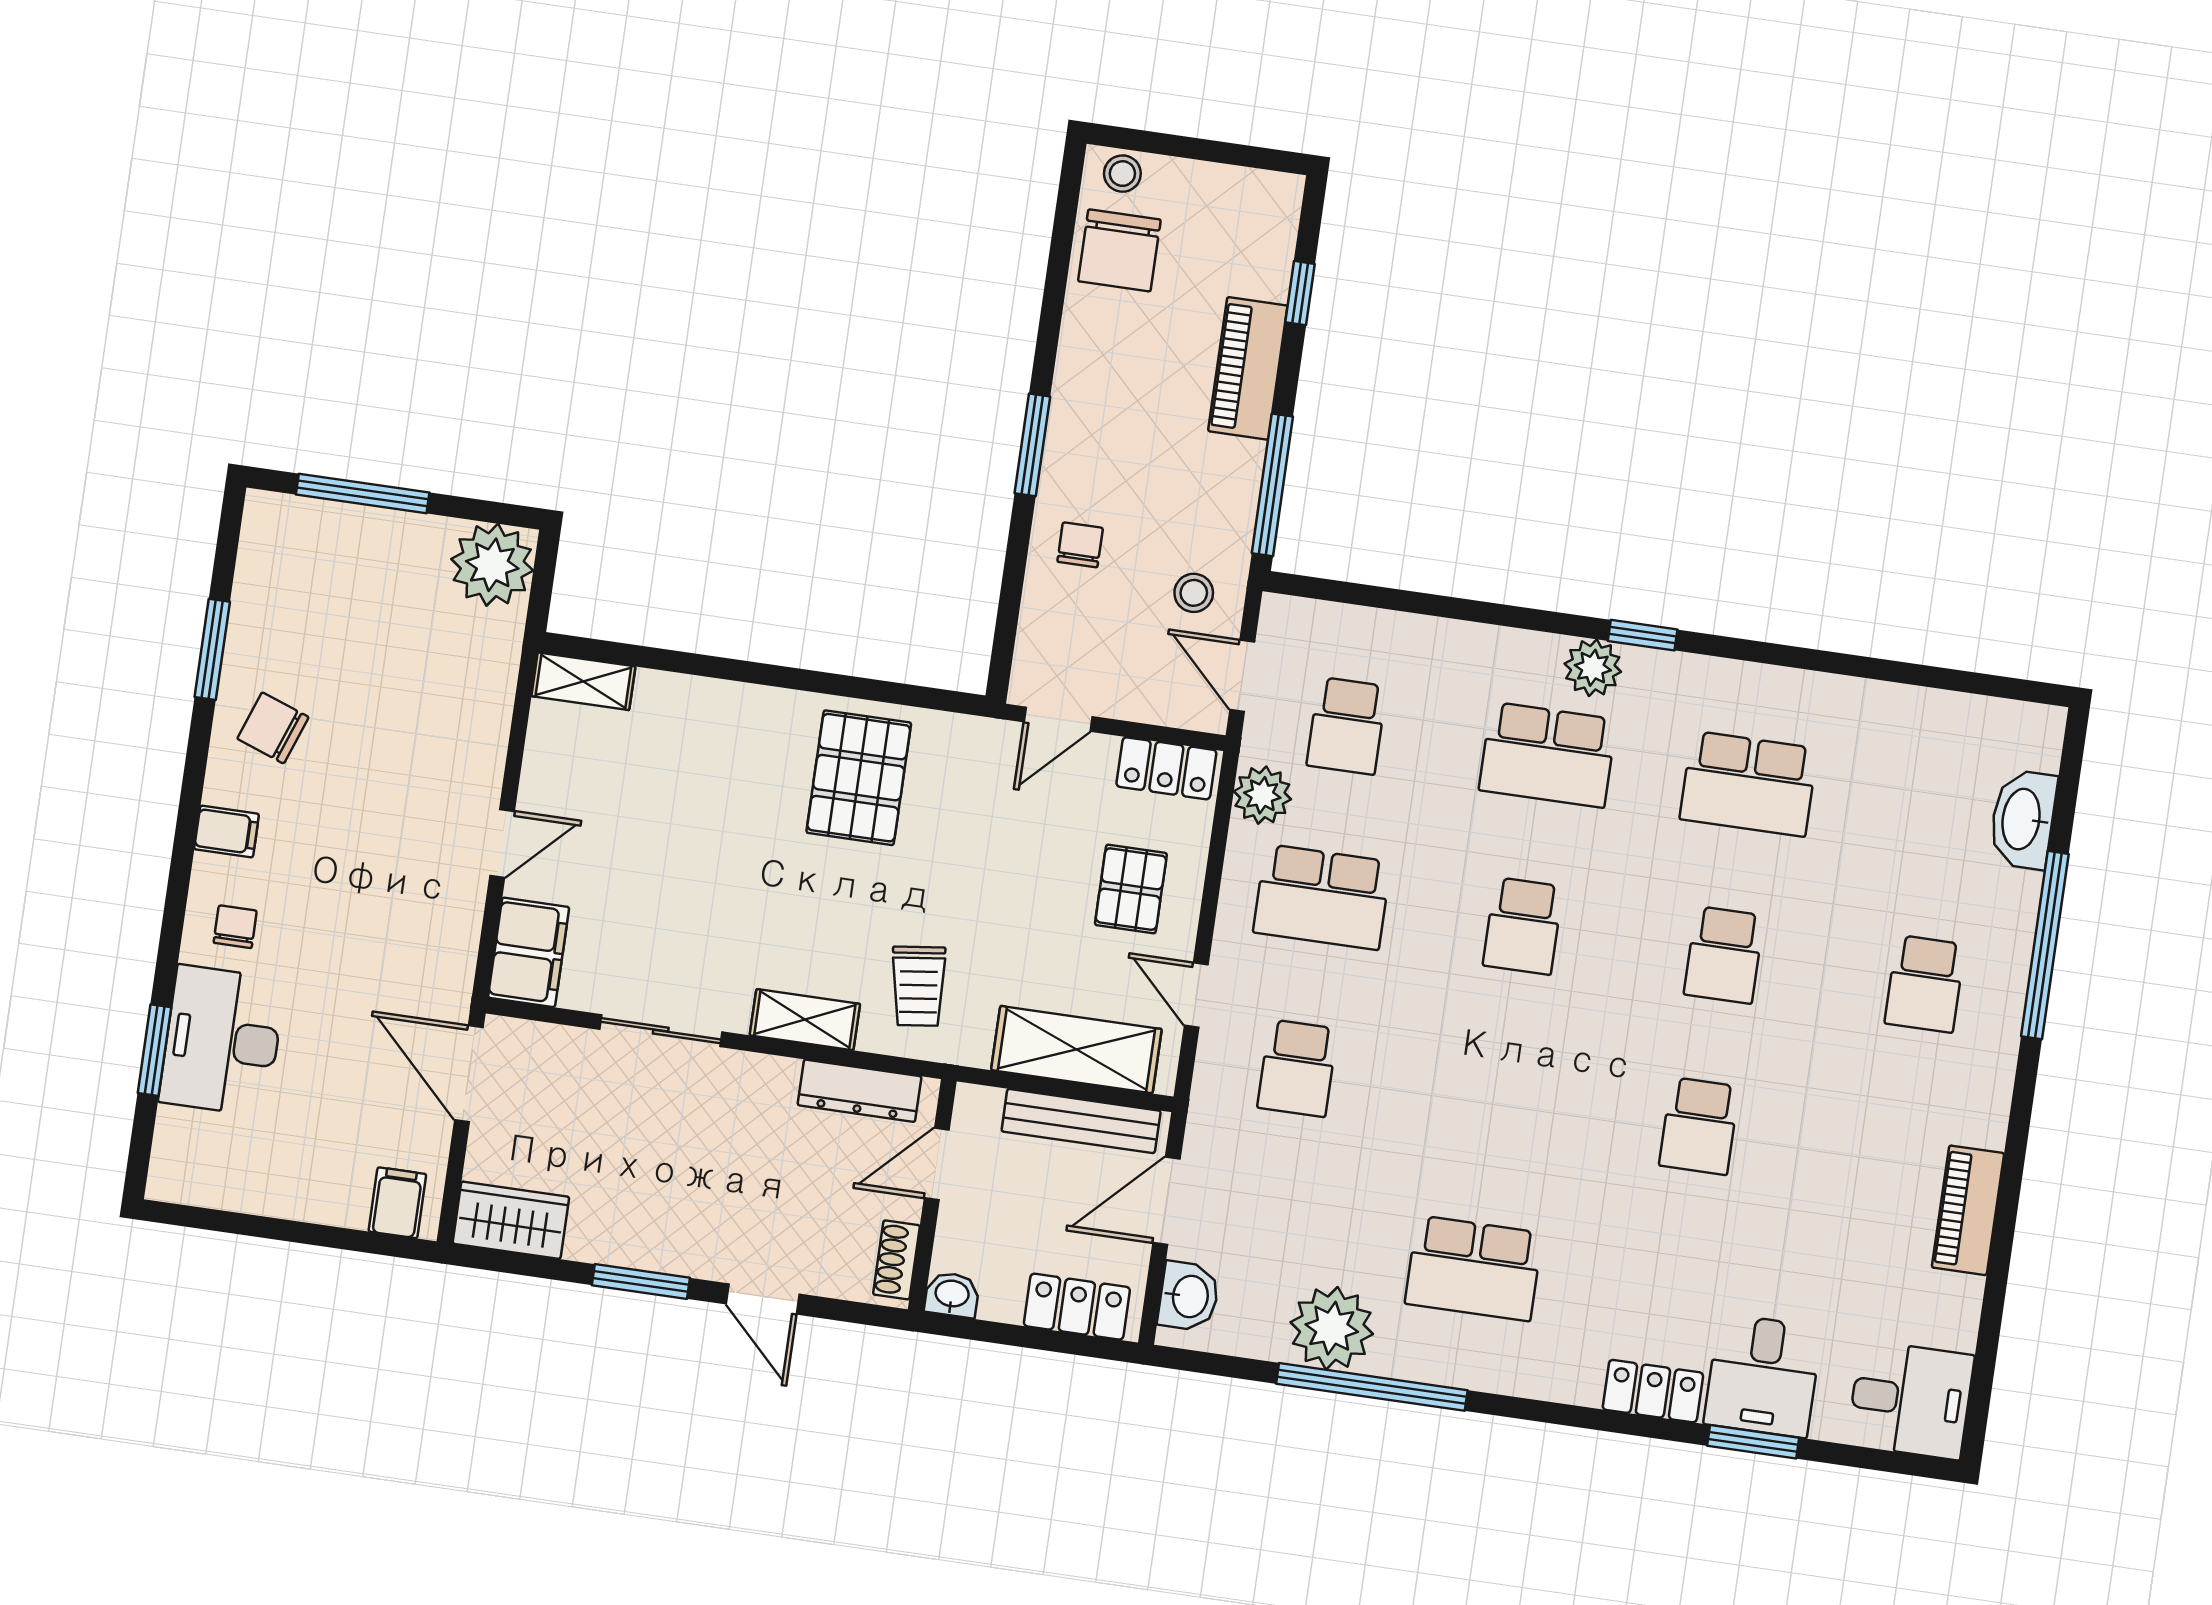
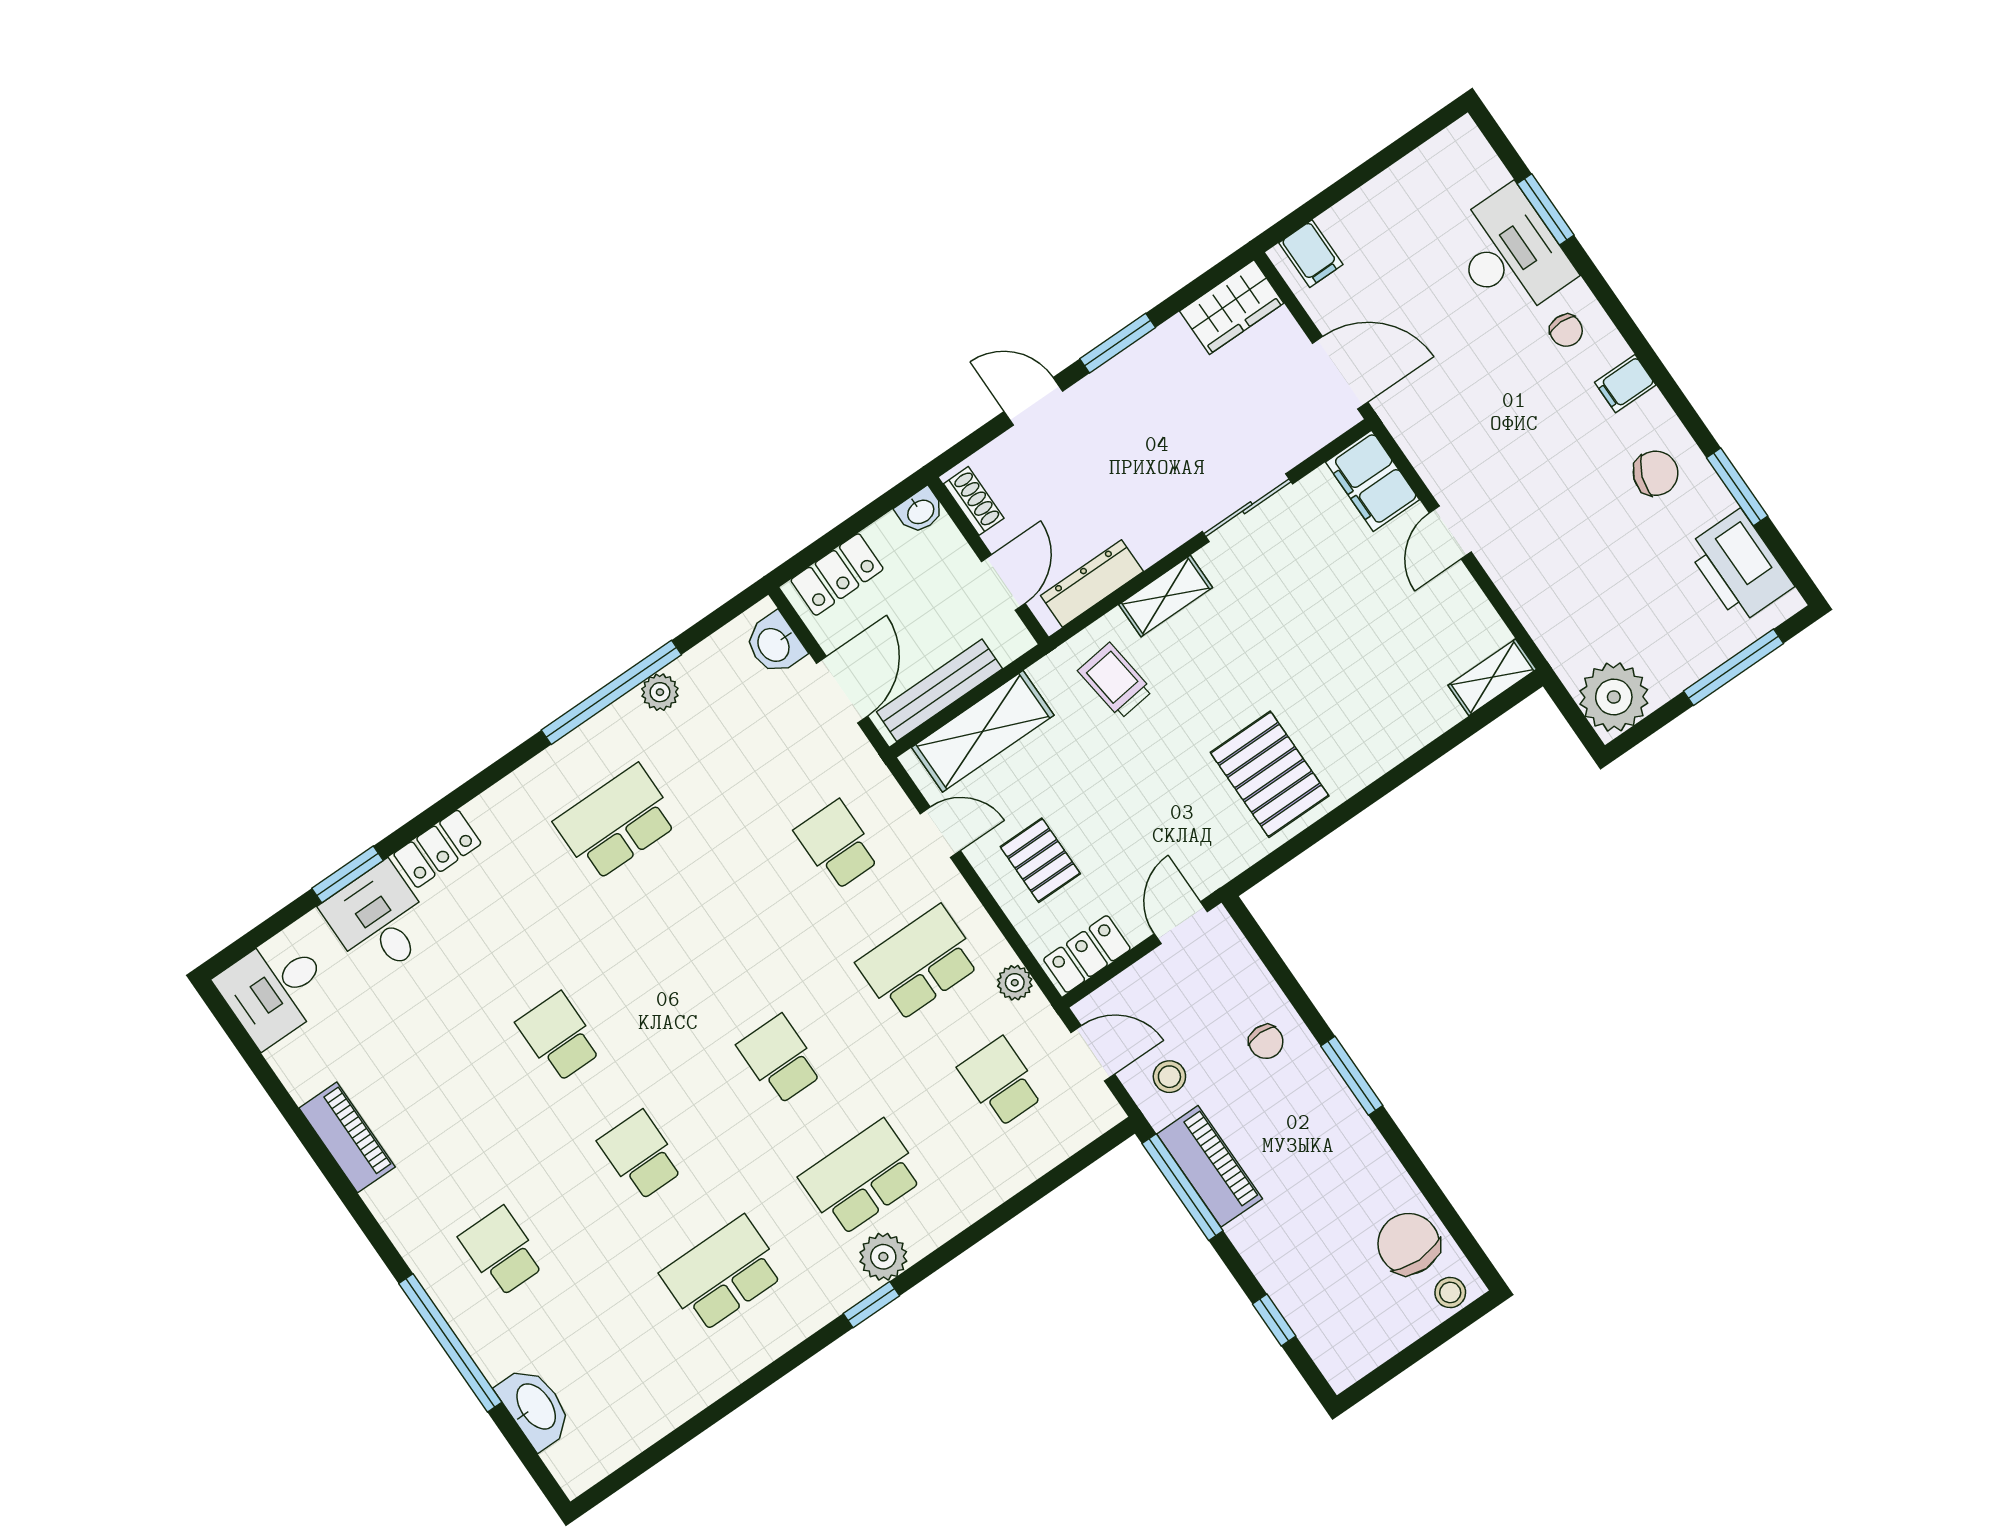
piano: (1248, 368) -> (1210, 1166), moved
printer: (275, 577) -> (1740, 567), added
plant: (1262, 795) -> (1015, 983), width x0.73, depth x0.73
plant: (1332, 1328) -> (660, 692), width x0.53, depth x0.53

